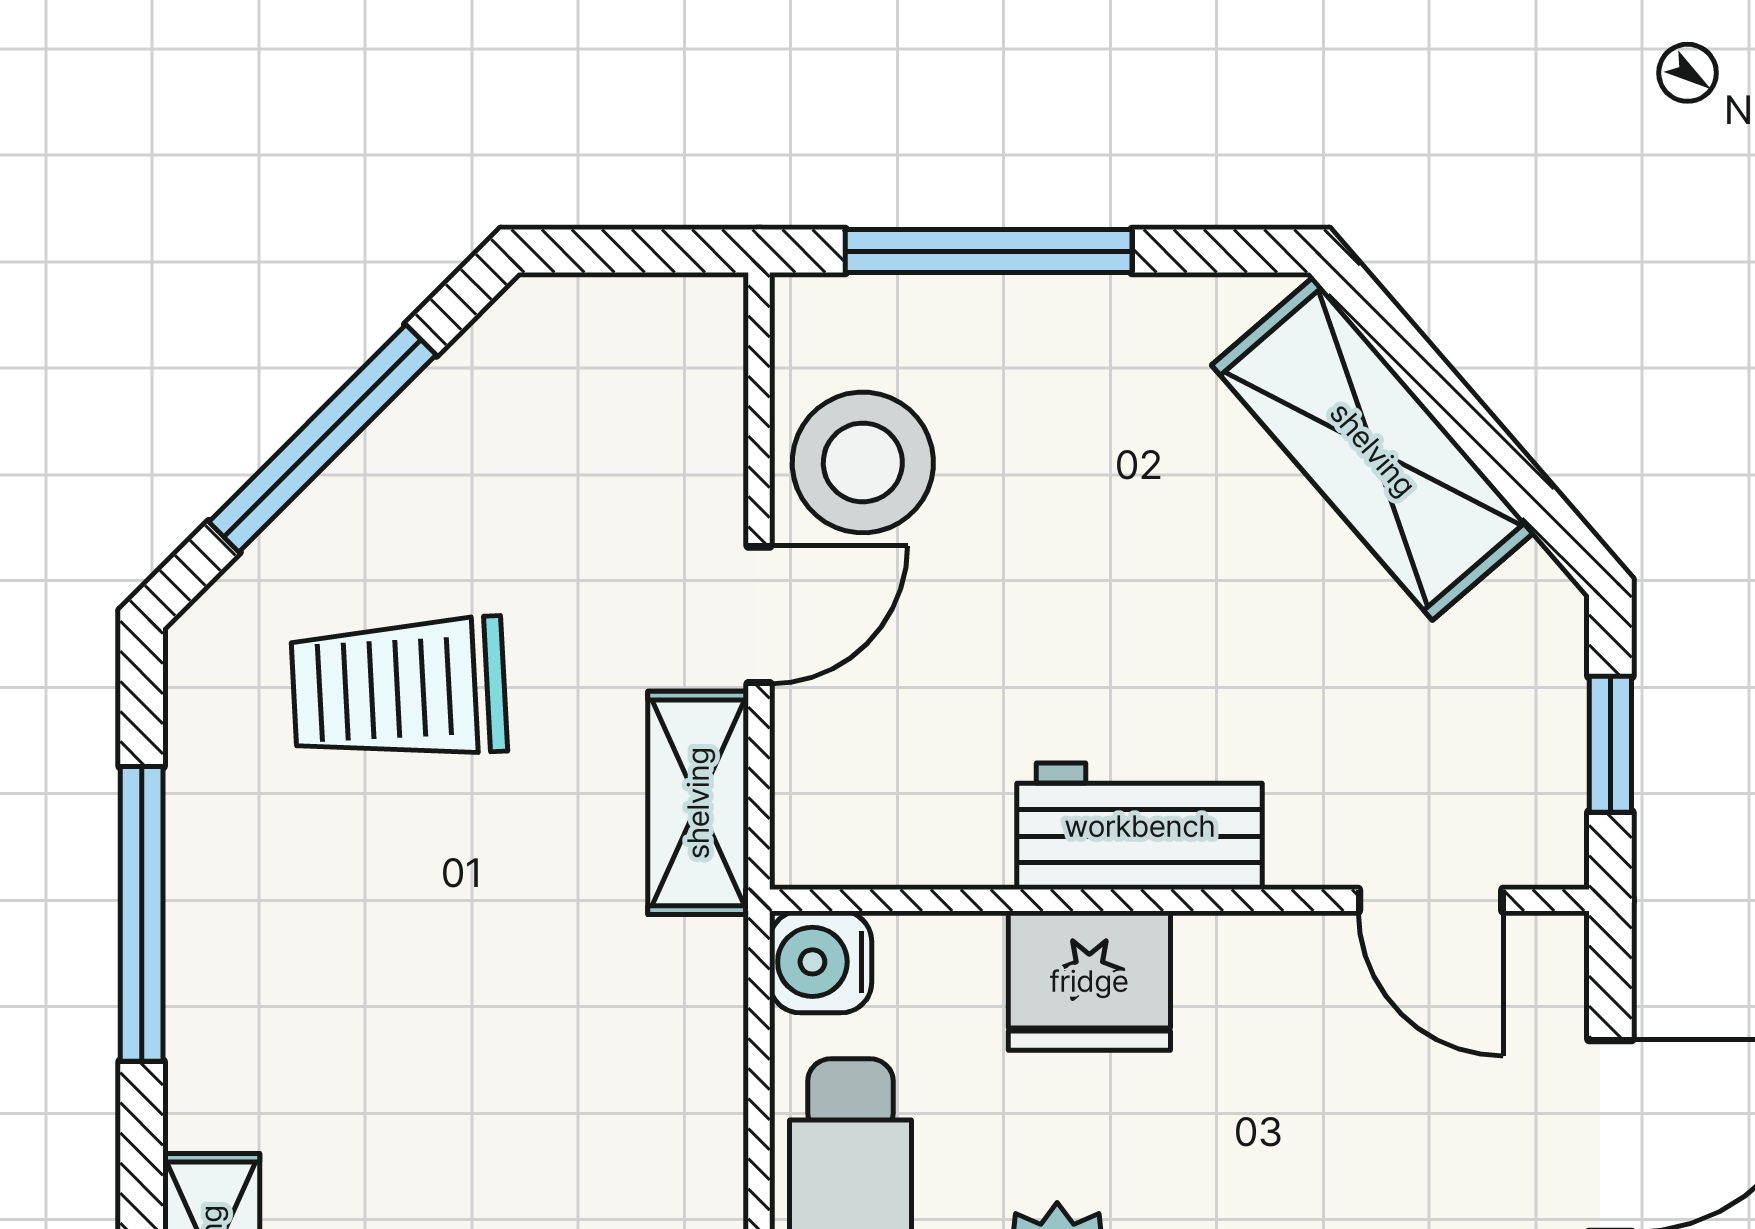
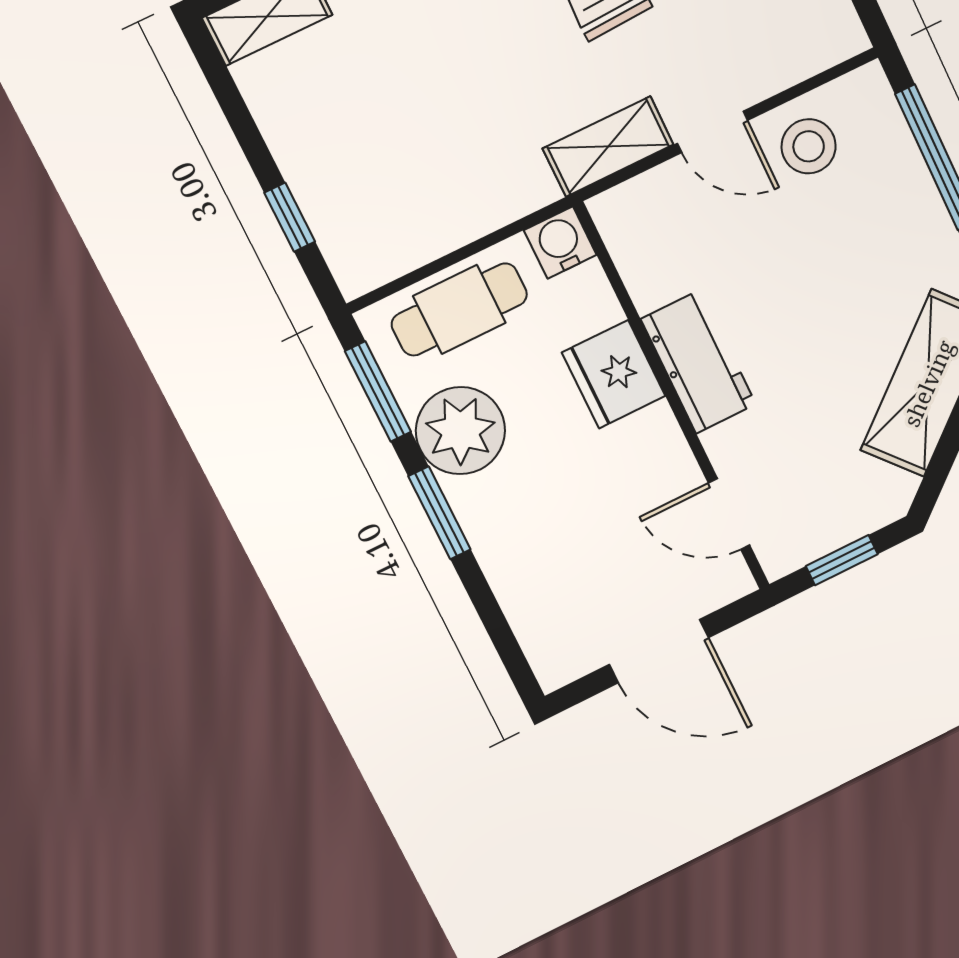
stool: (863, 462) -> (809, 146), width x0.73, depth x0.73
door: (1431, 900) -> (729, 514), hinge flipped

